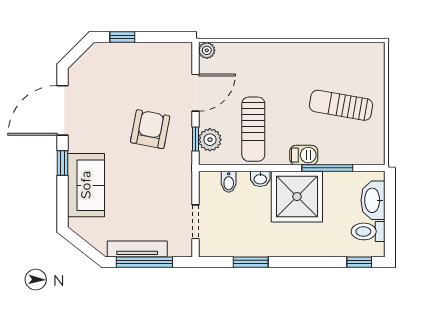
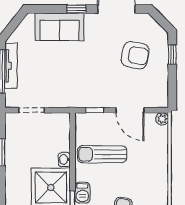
armchair: (150, 129) -> (135, 55), moved
plant: (210, 140) -> (94, 121), removed
bidet: (229, 182) -> (62, 135), removed

